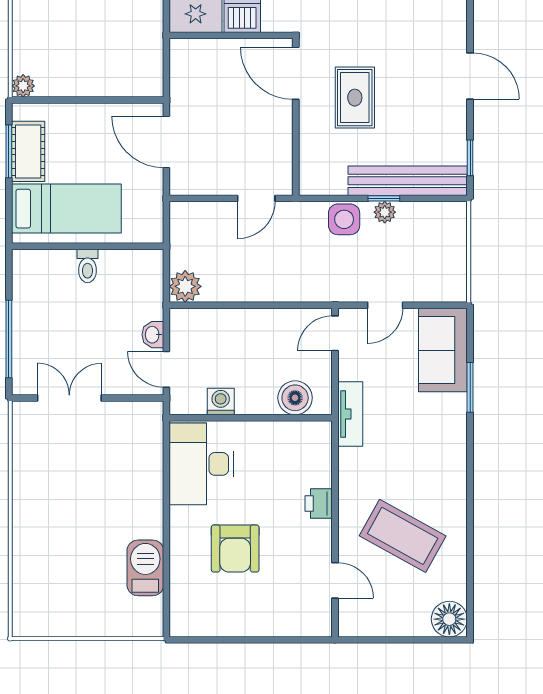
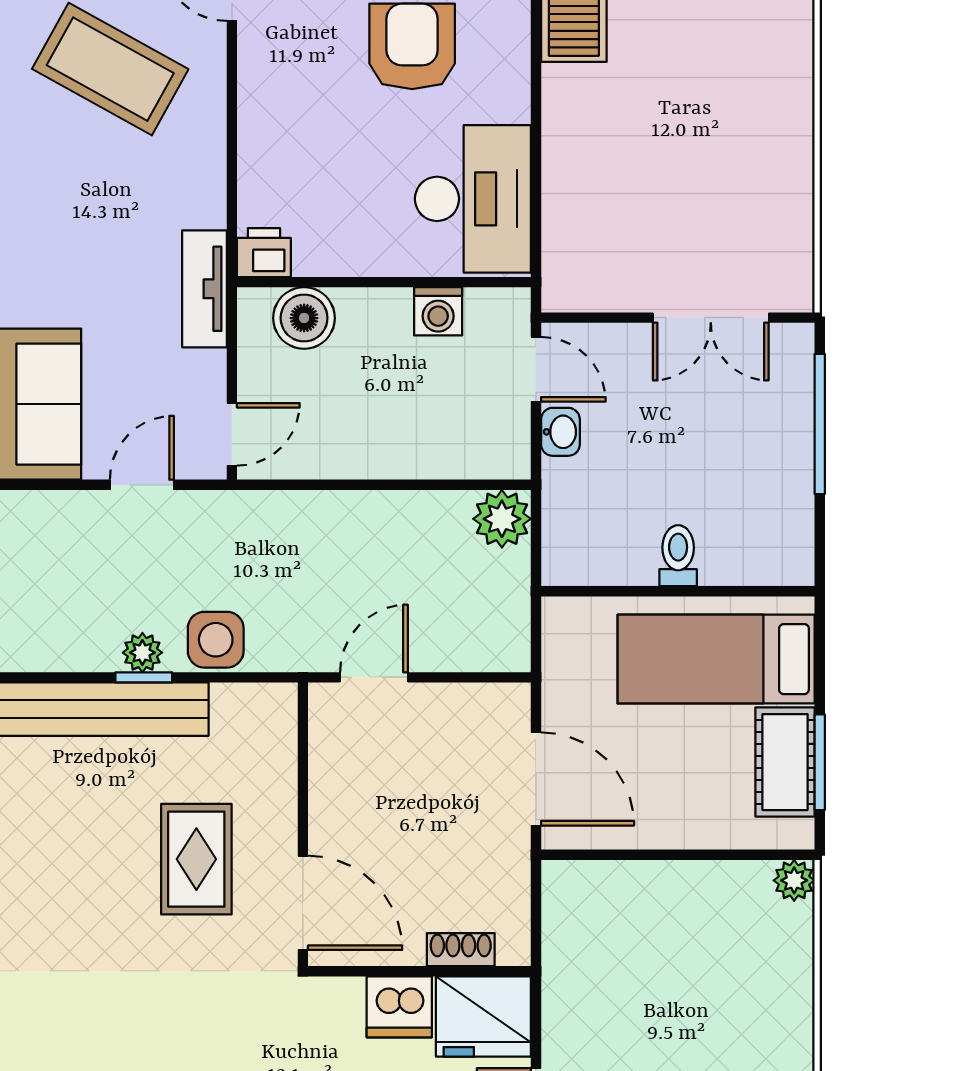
shoe rack: (208, 47) -> (461, 950), added
printer: (319, 504) -> (264, 253), moved, turned -90

